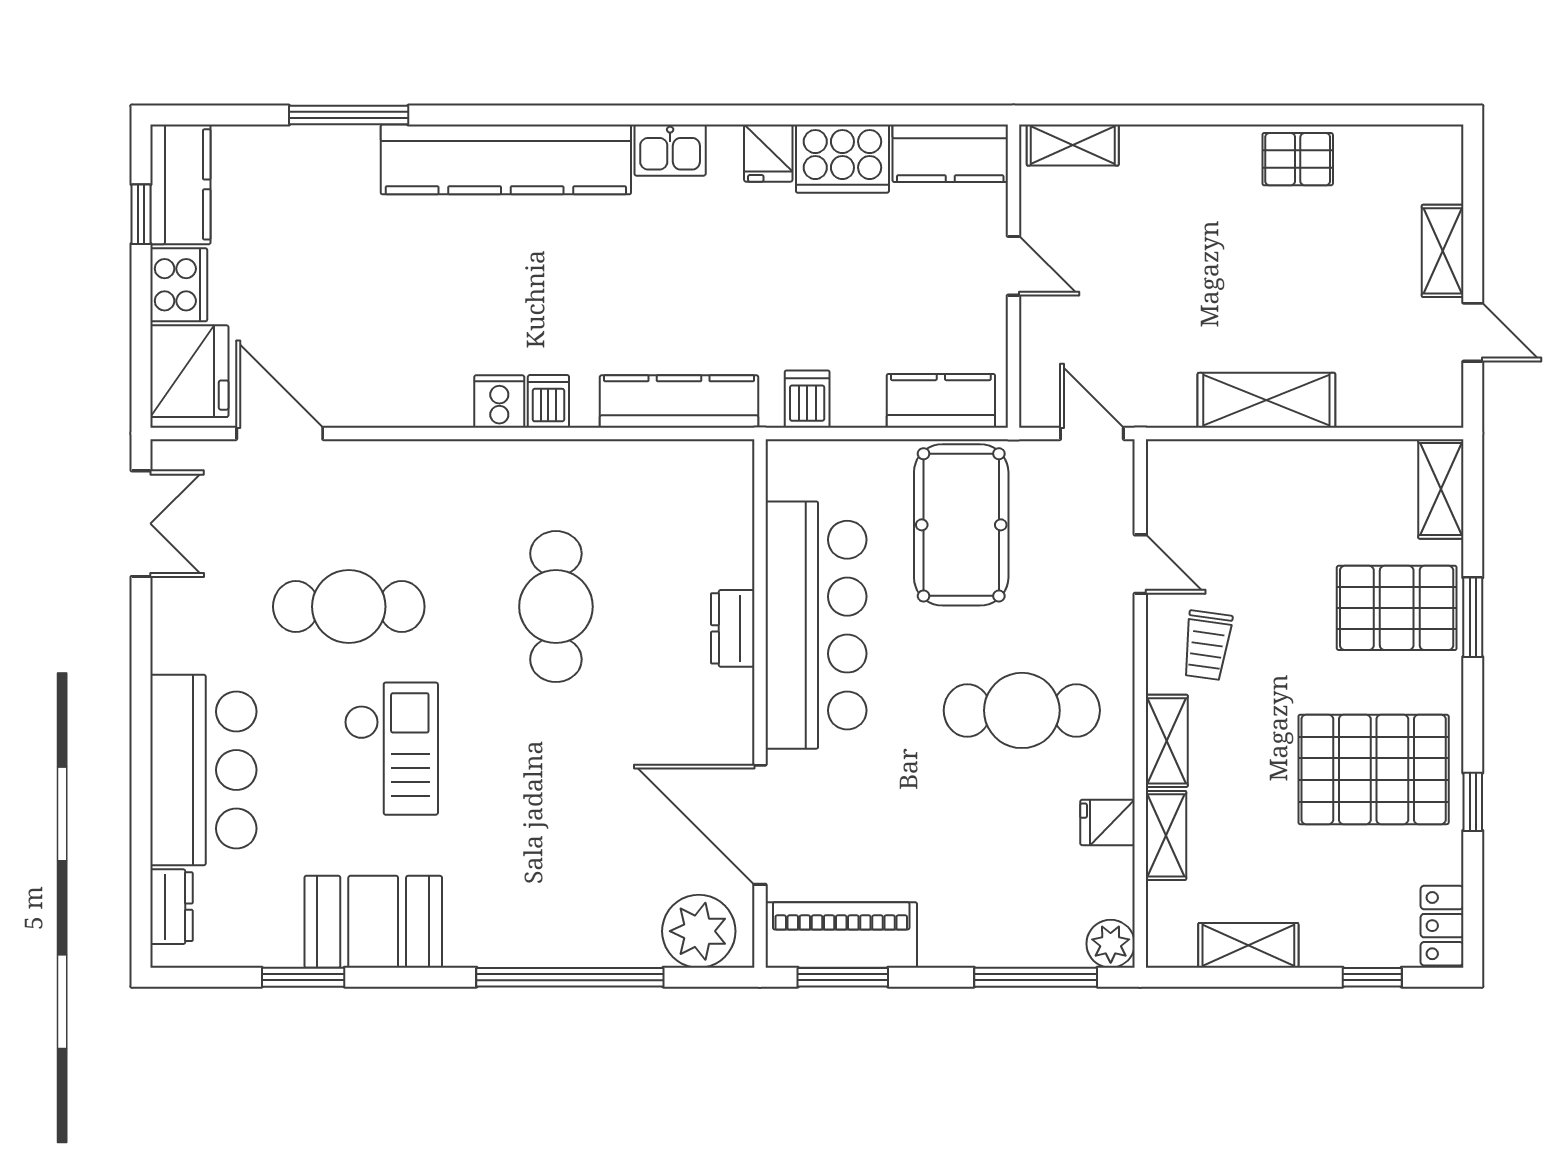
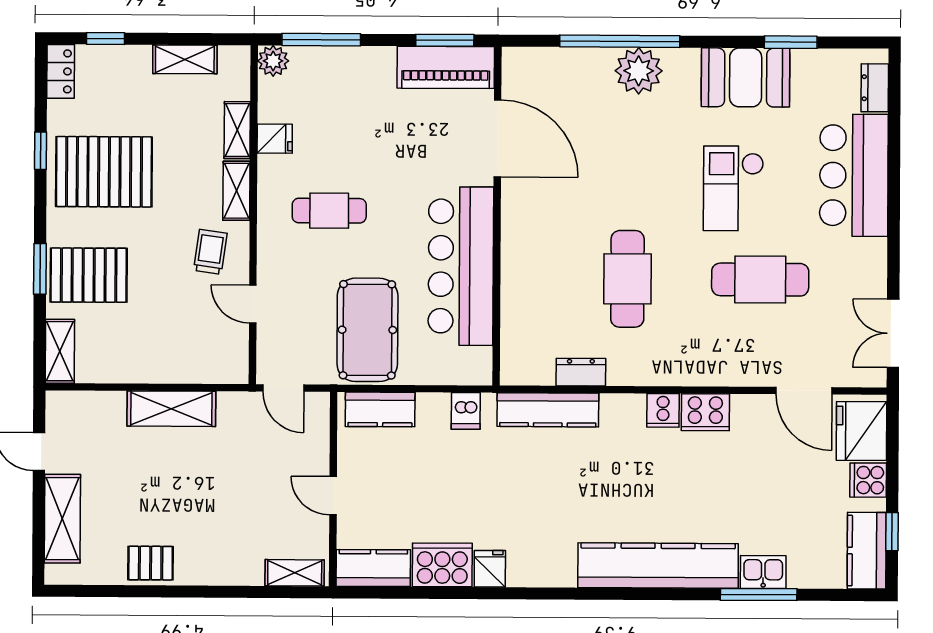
kitchen sink: (670, 150) -> (763, 572), moved
shelving: (1443, 251) -> (62, 519), width x1.50, depth x1.33
cooker: (179, 285) -> (868, 480), width x0.73
cooker: (433, 399) -> (705, 412), added
dishwasher: (548, 401) -> (632, 410), removed
dresser: (733, 628) -> (581, 372), moved, turned -90
cafe table: (1022, 710) -> (329, 211), width x0.73, depth x0.74
plant: (699, 931) -> (639, 71), moved

